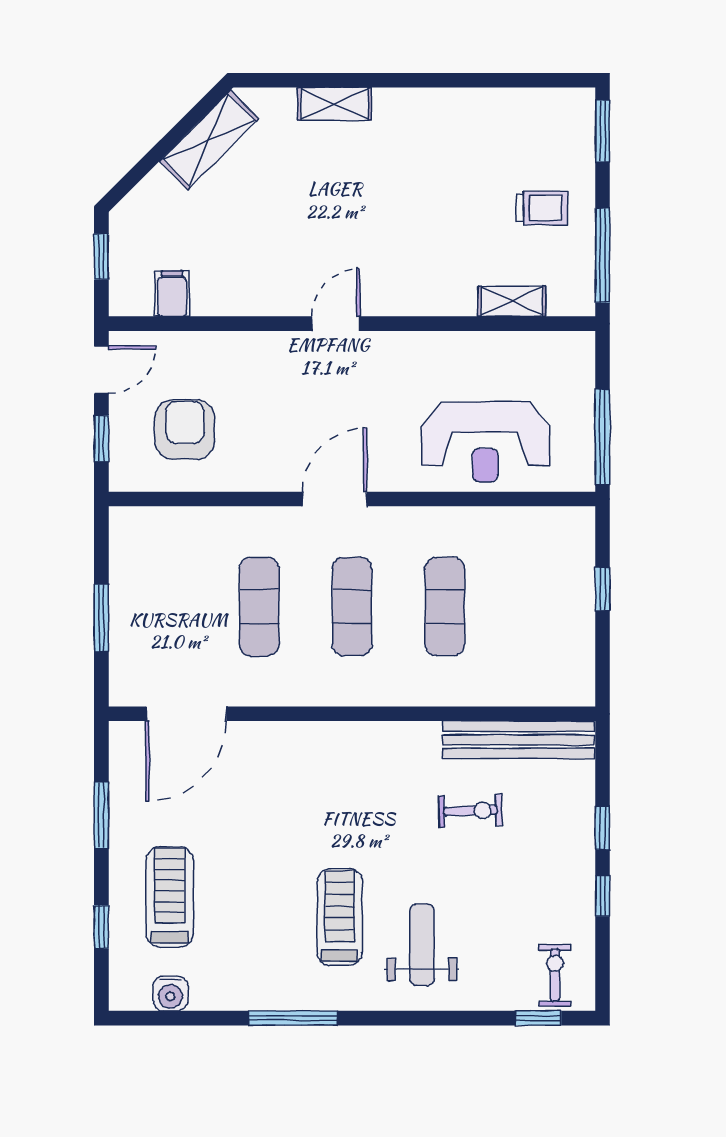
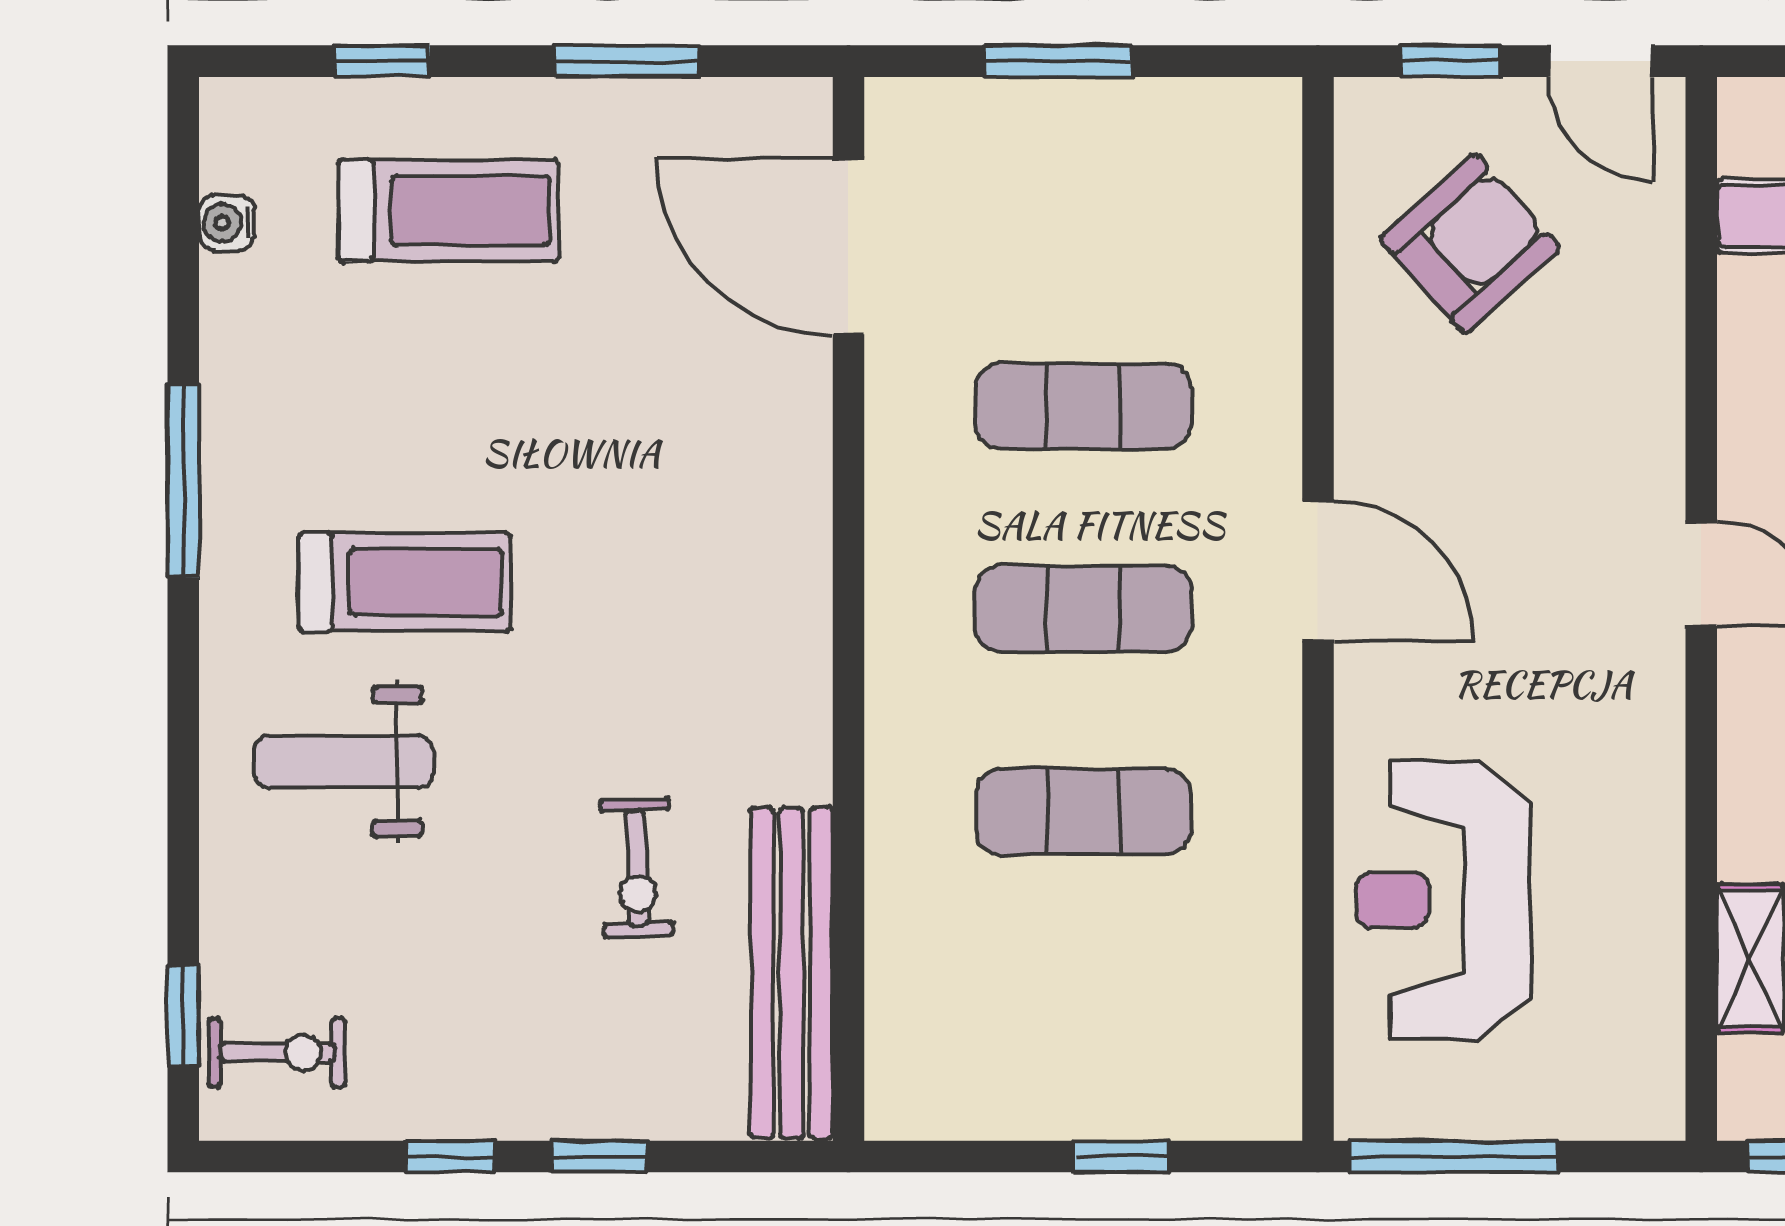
armchair: (185, 429) -> (1470, 244), turned -42
weight bench: (422, 945) -> (344, 762), turned 180
water cooler: (170, 994) -> (227, 223), width x0.72, depth x0.72

